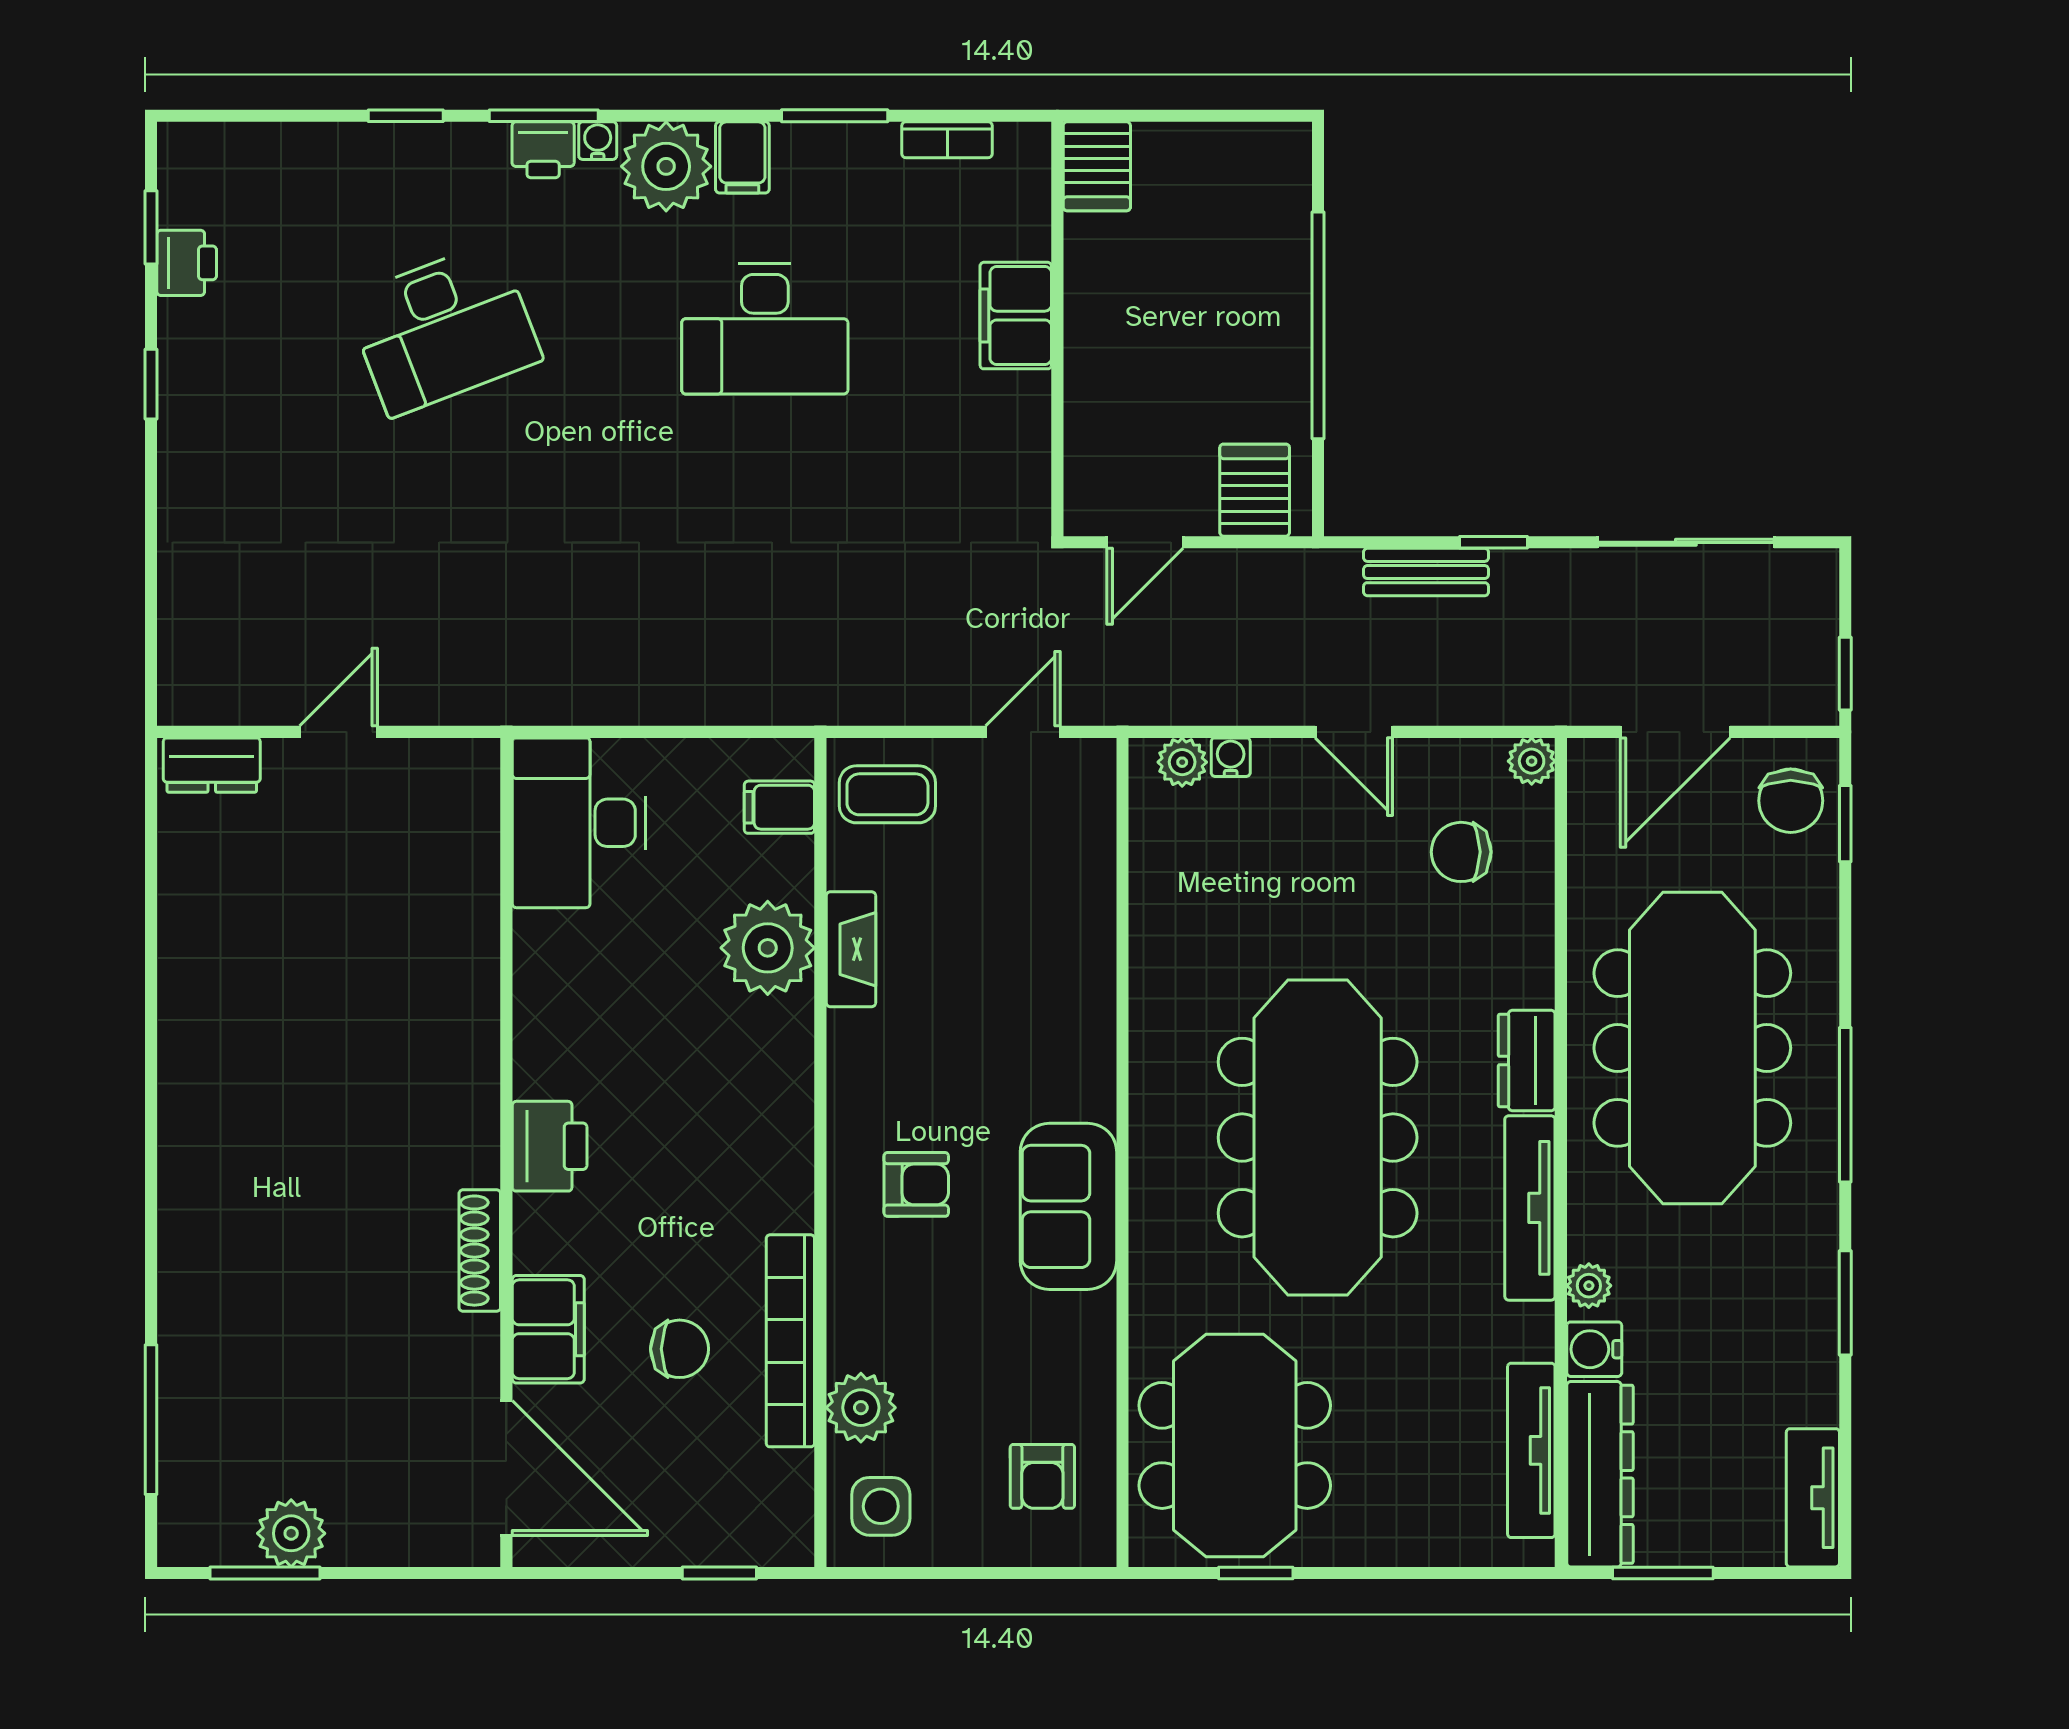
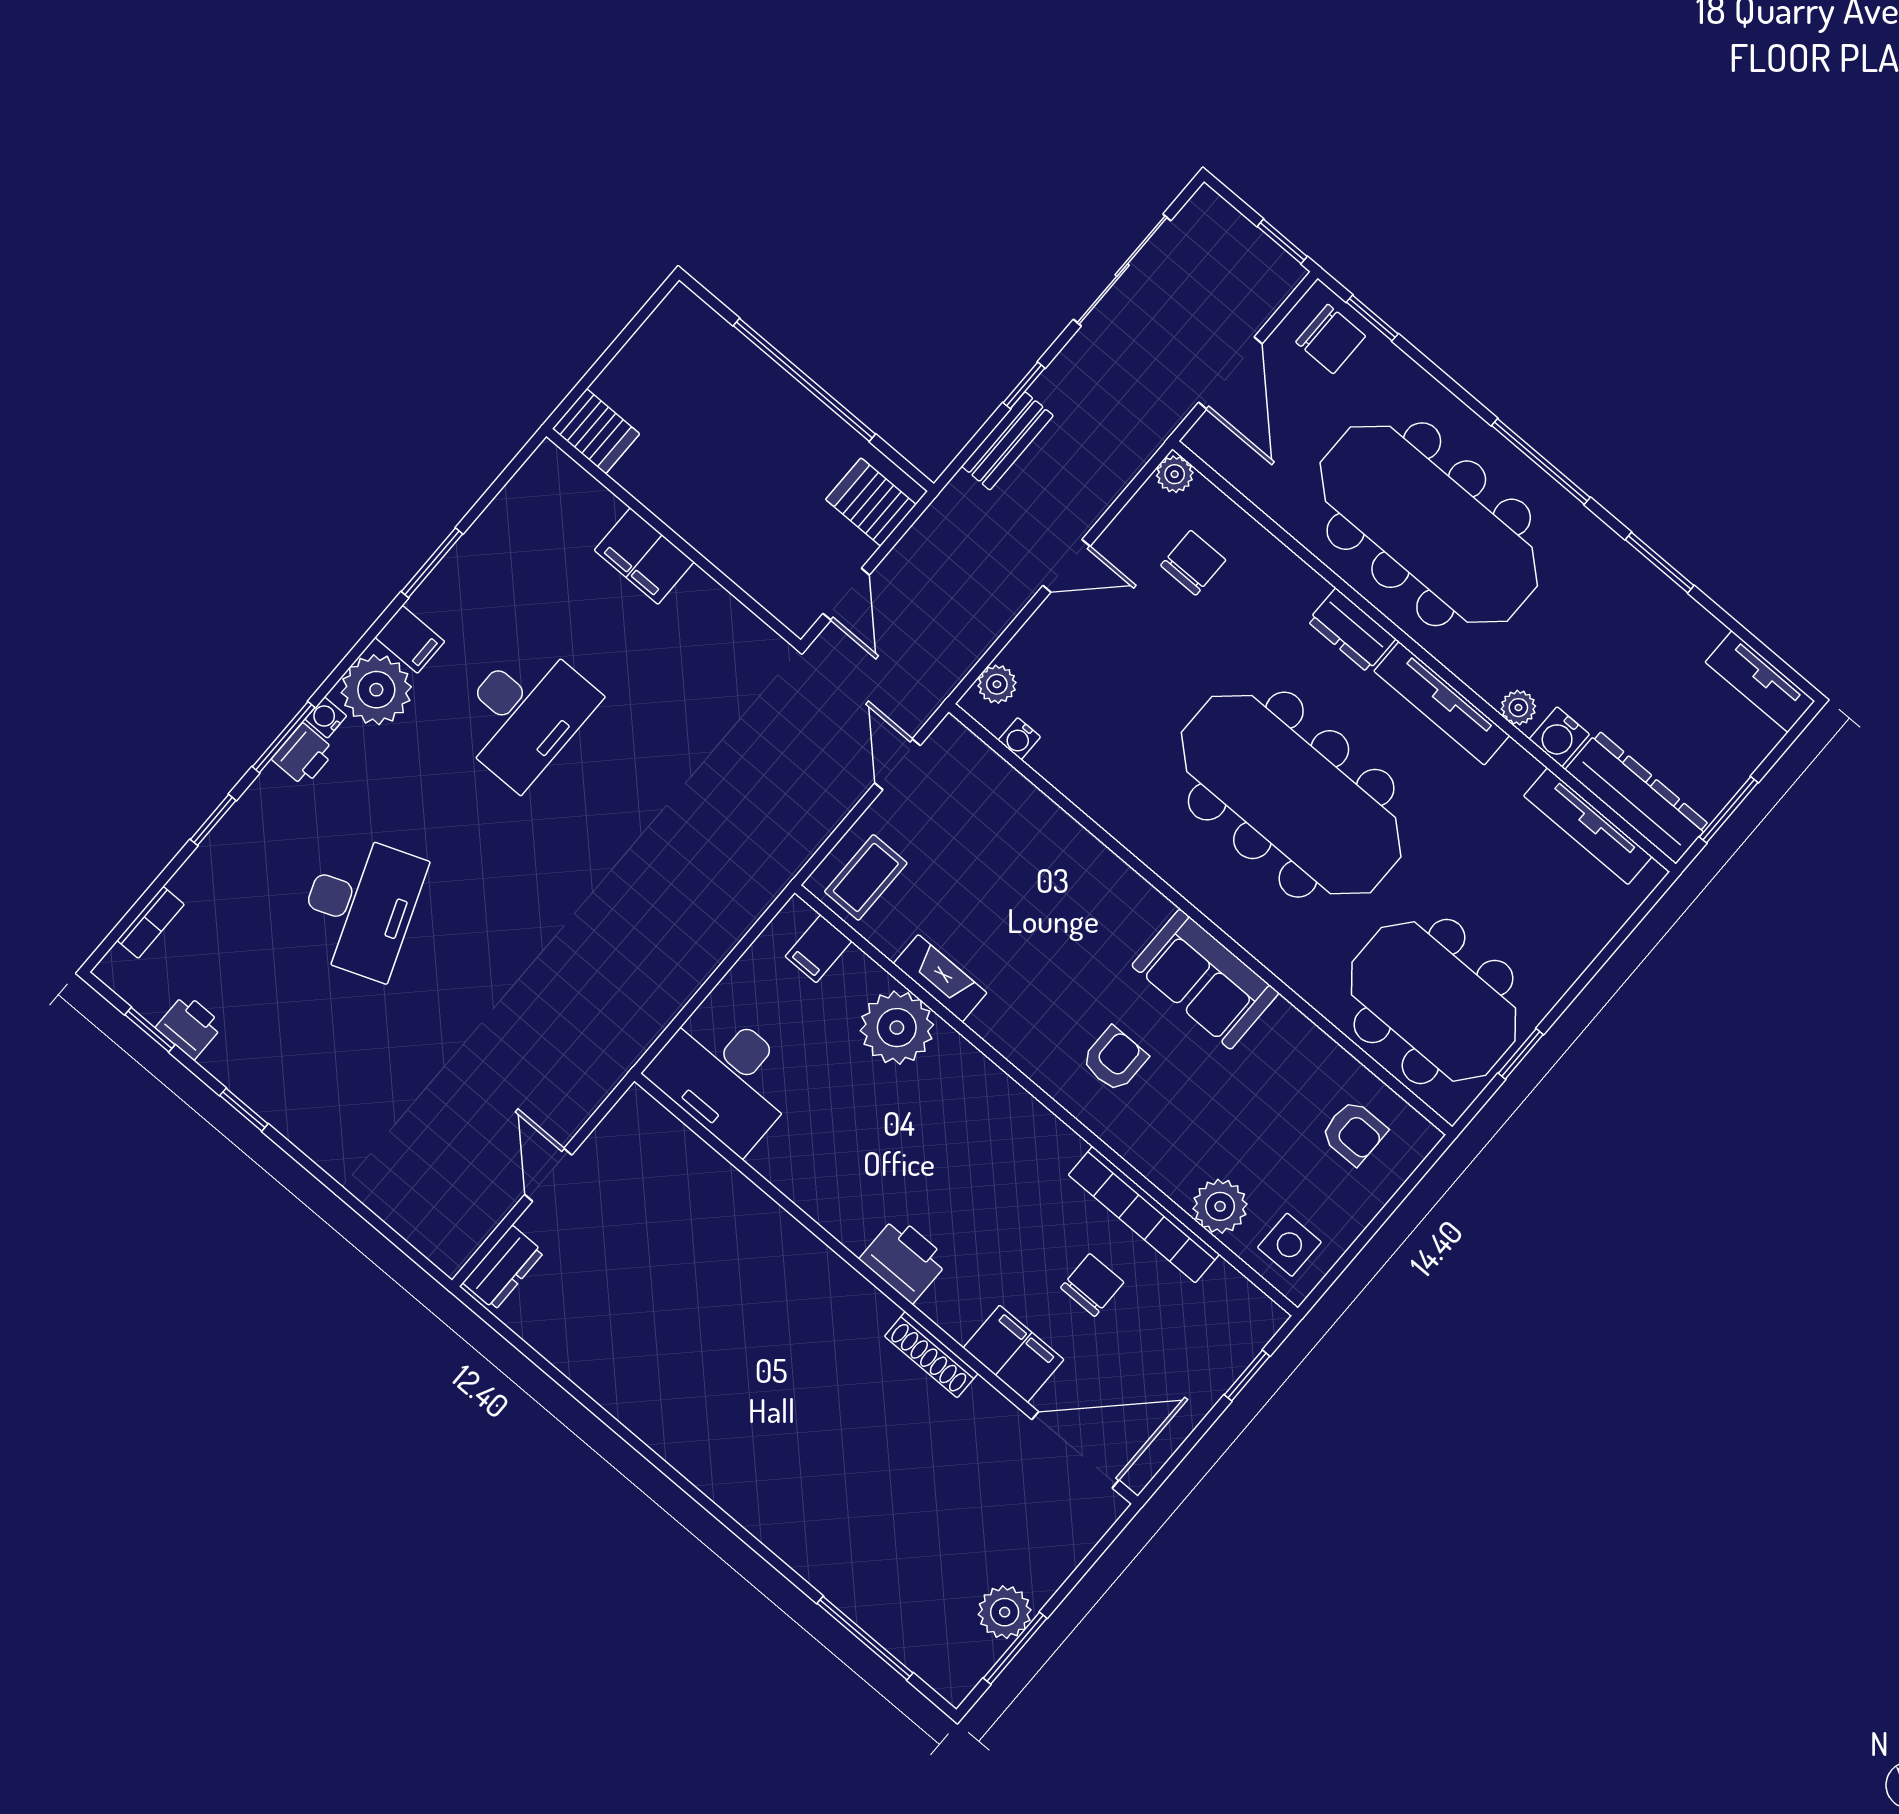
bookcase: (947, 140) -> (151, 922), moved
water cooler: (1231, 757) -> (1019, 739), moved, turned -90
chair: (1461, 852) -> (1193, 563), turned 180

